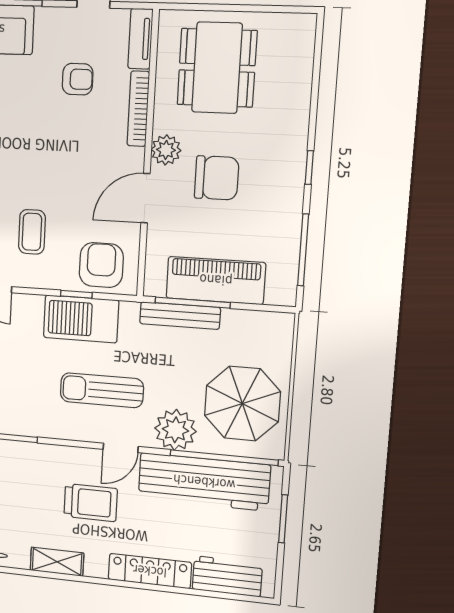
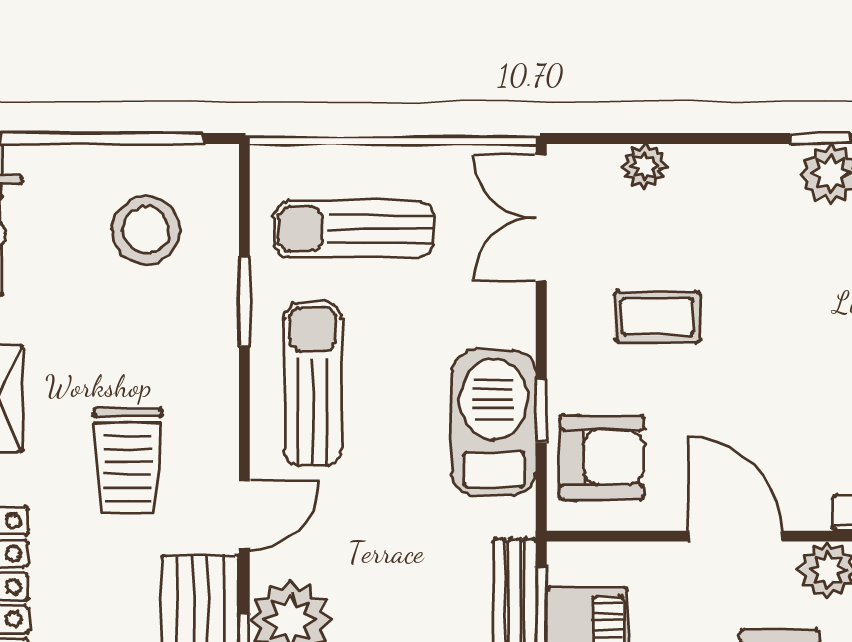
sun lounger: (102, 390) -> (313, 384), moved
door: (121, 448) -> (244, 515), swing flipped

